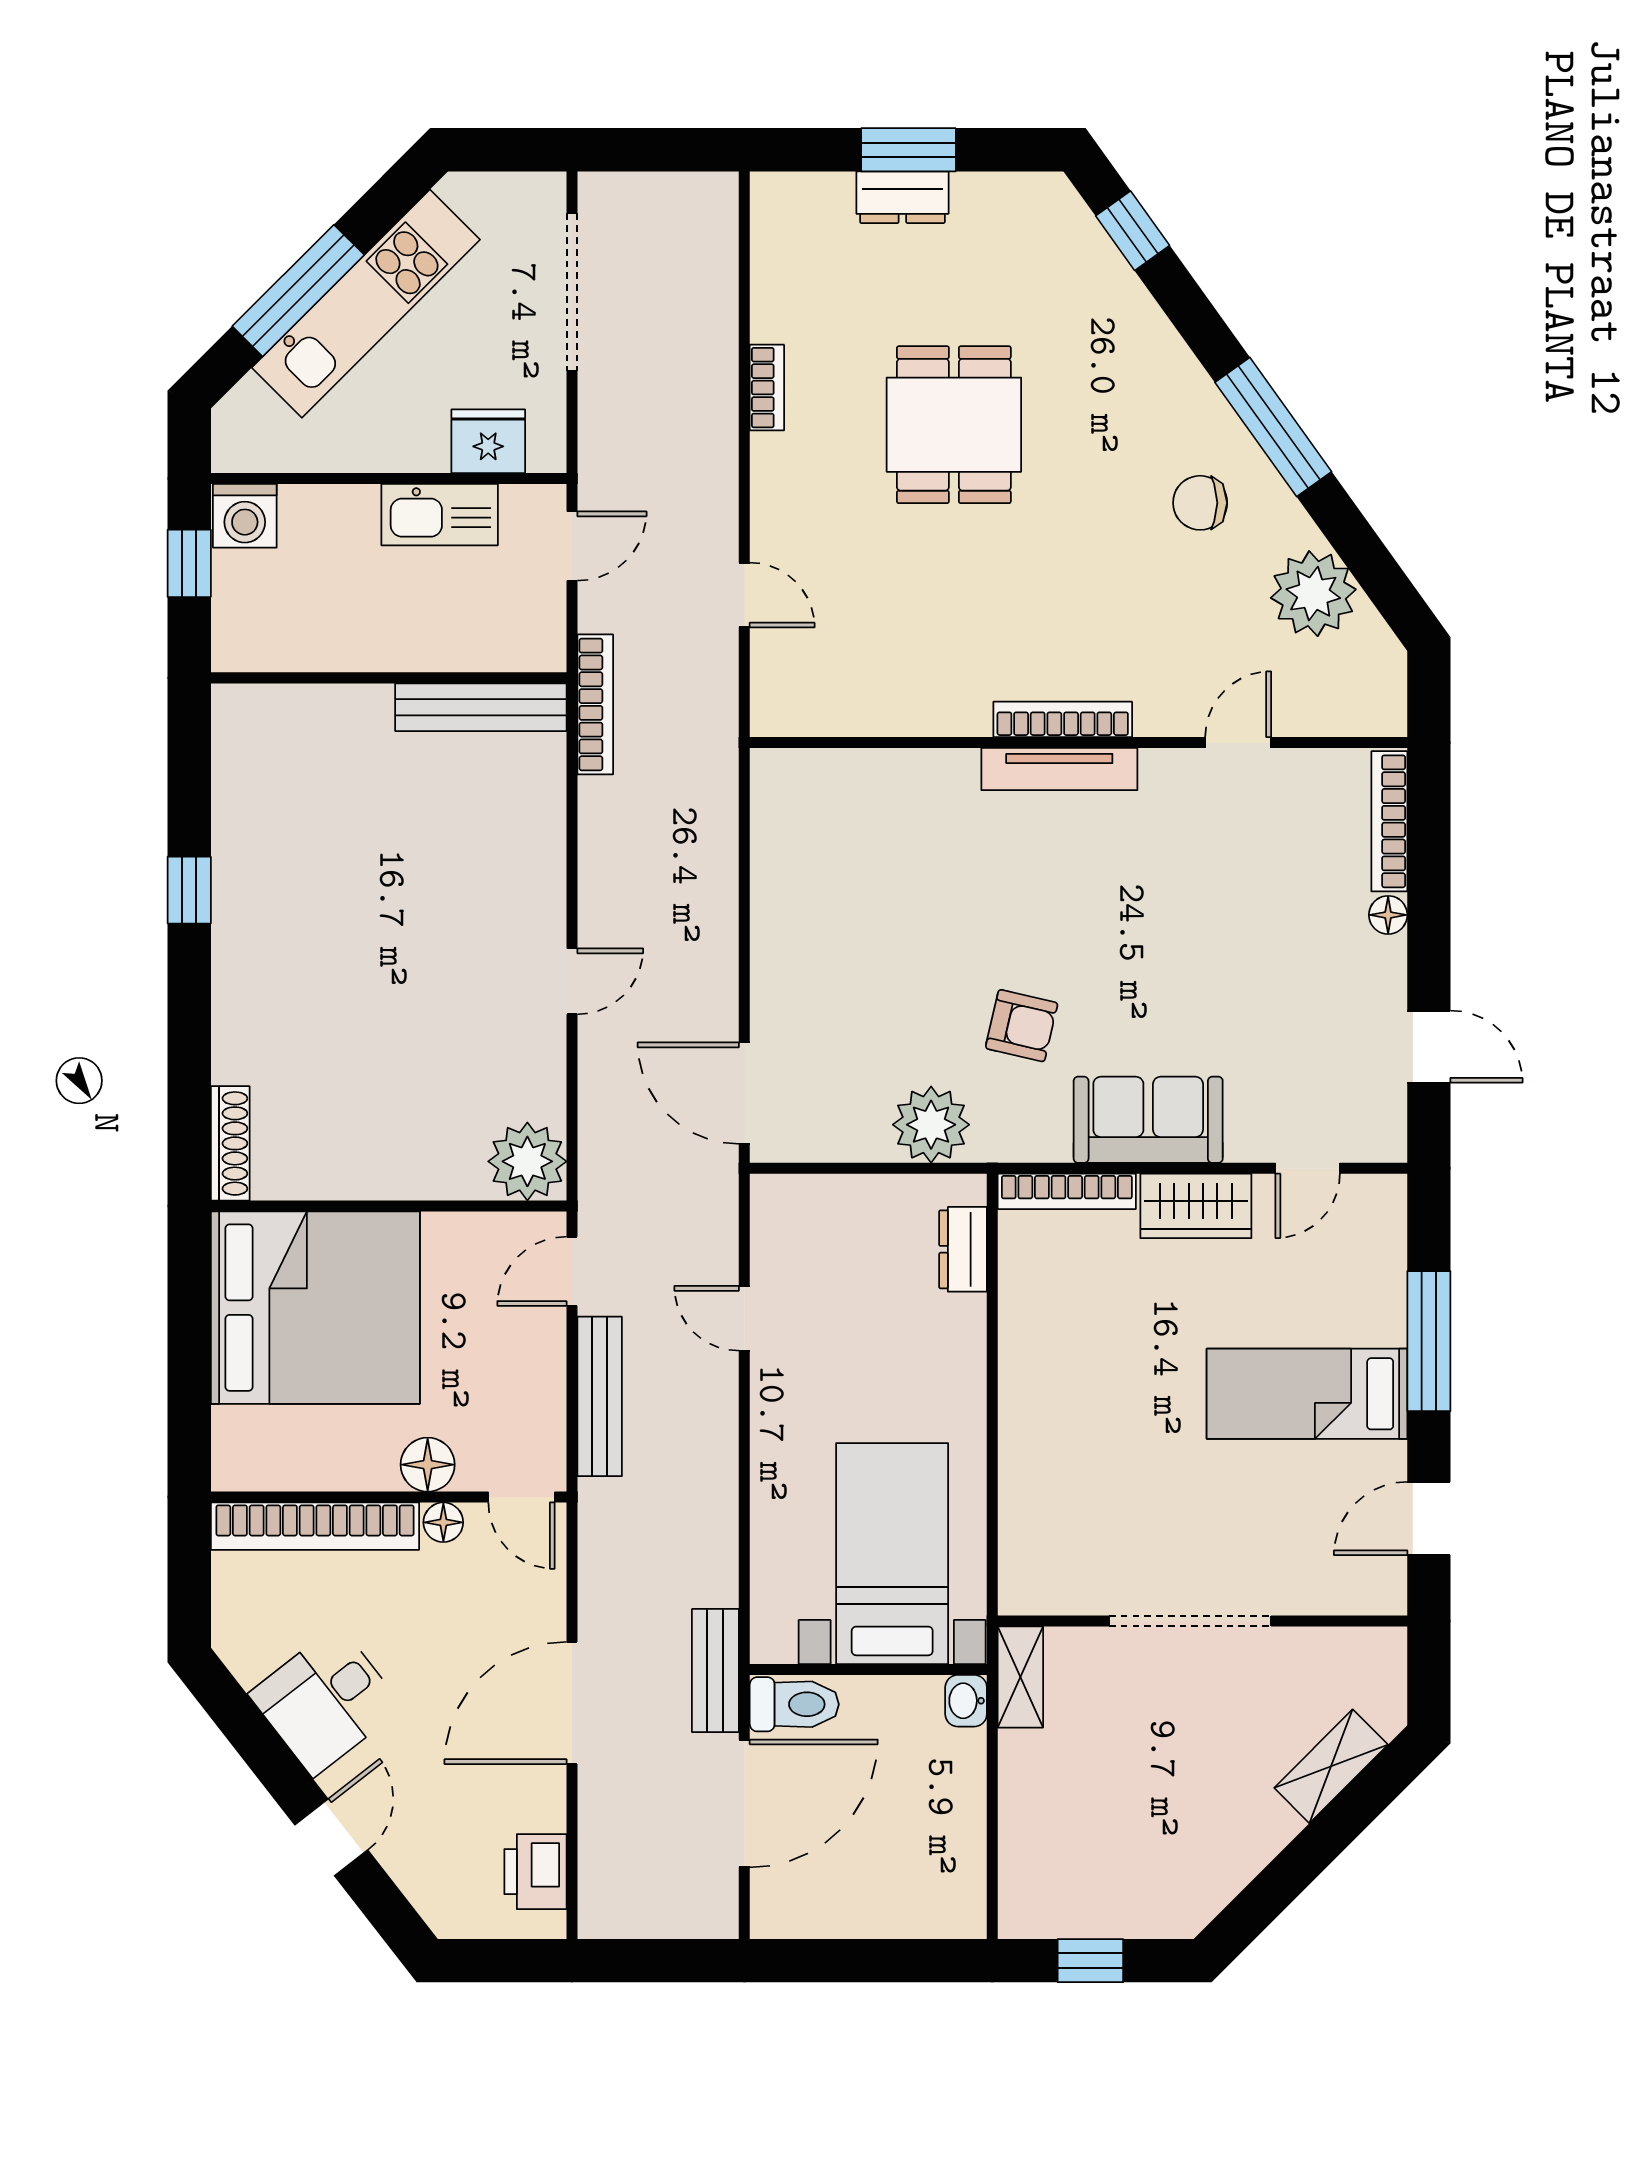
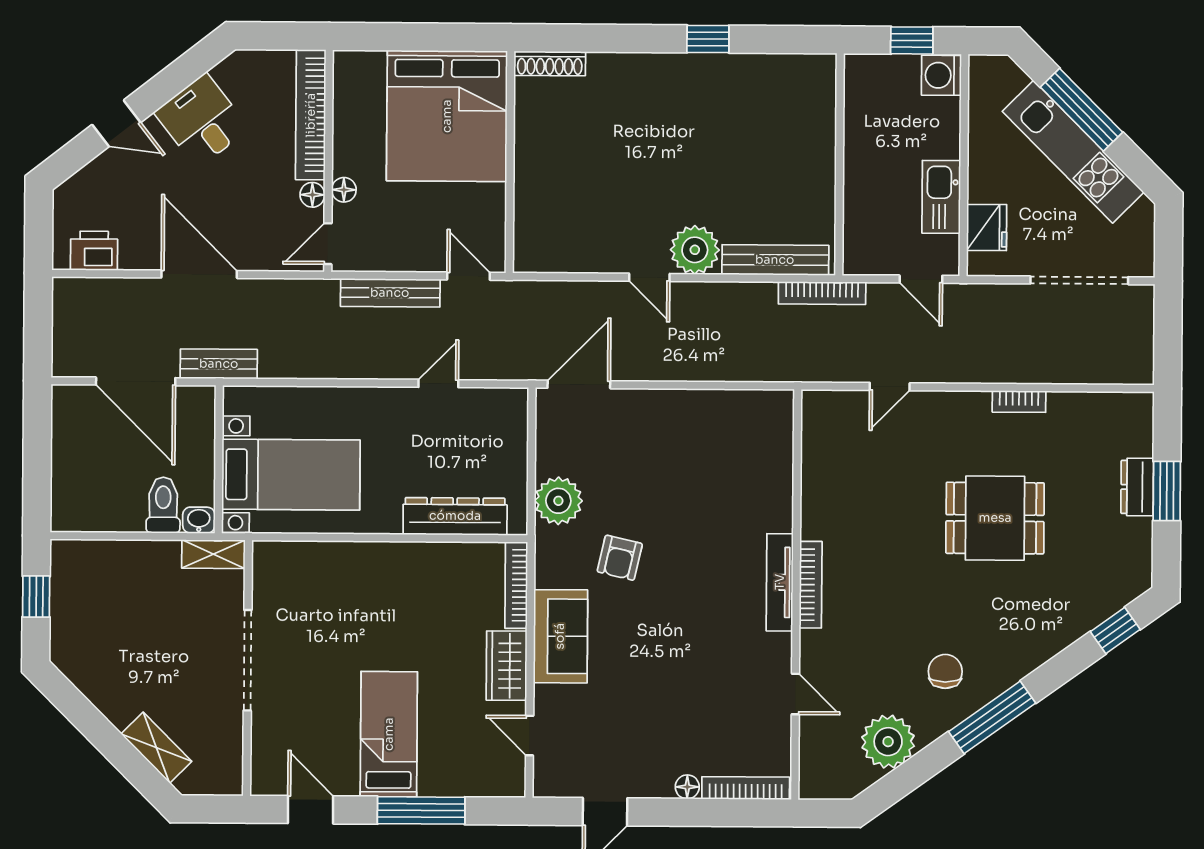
bench: (481, 707) -> (775, 260), moved, turned 90
plant: (527, 1161) -> (695, 250), moved
dresser: (963, 1249) -> (455, 516), width x1.96, depth x1.24
floor lamp: (428, 1465) -> (344, 190), width x0.73, depth x0.73
toilet: (794, 1704) -> (163, 505), moved, turned 180

